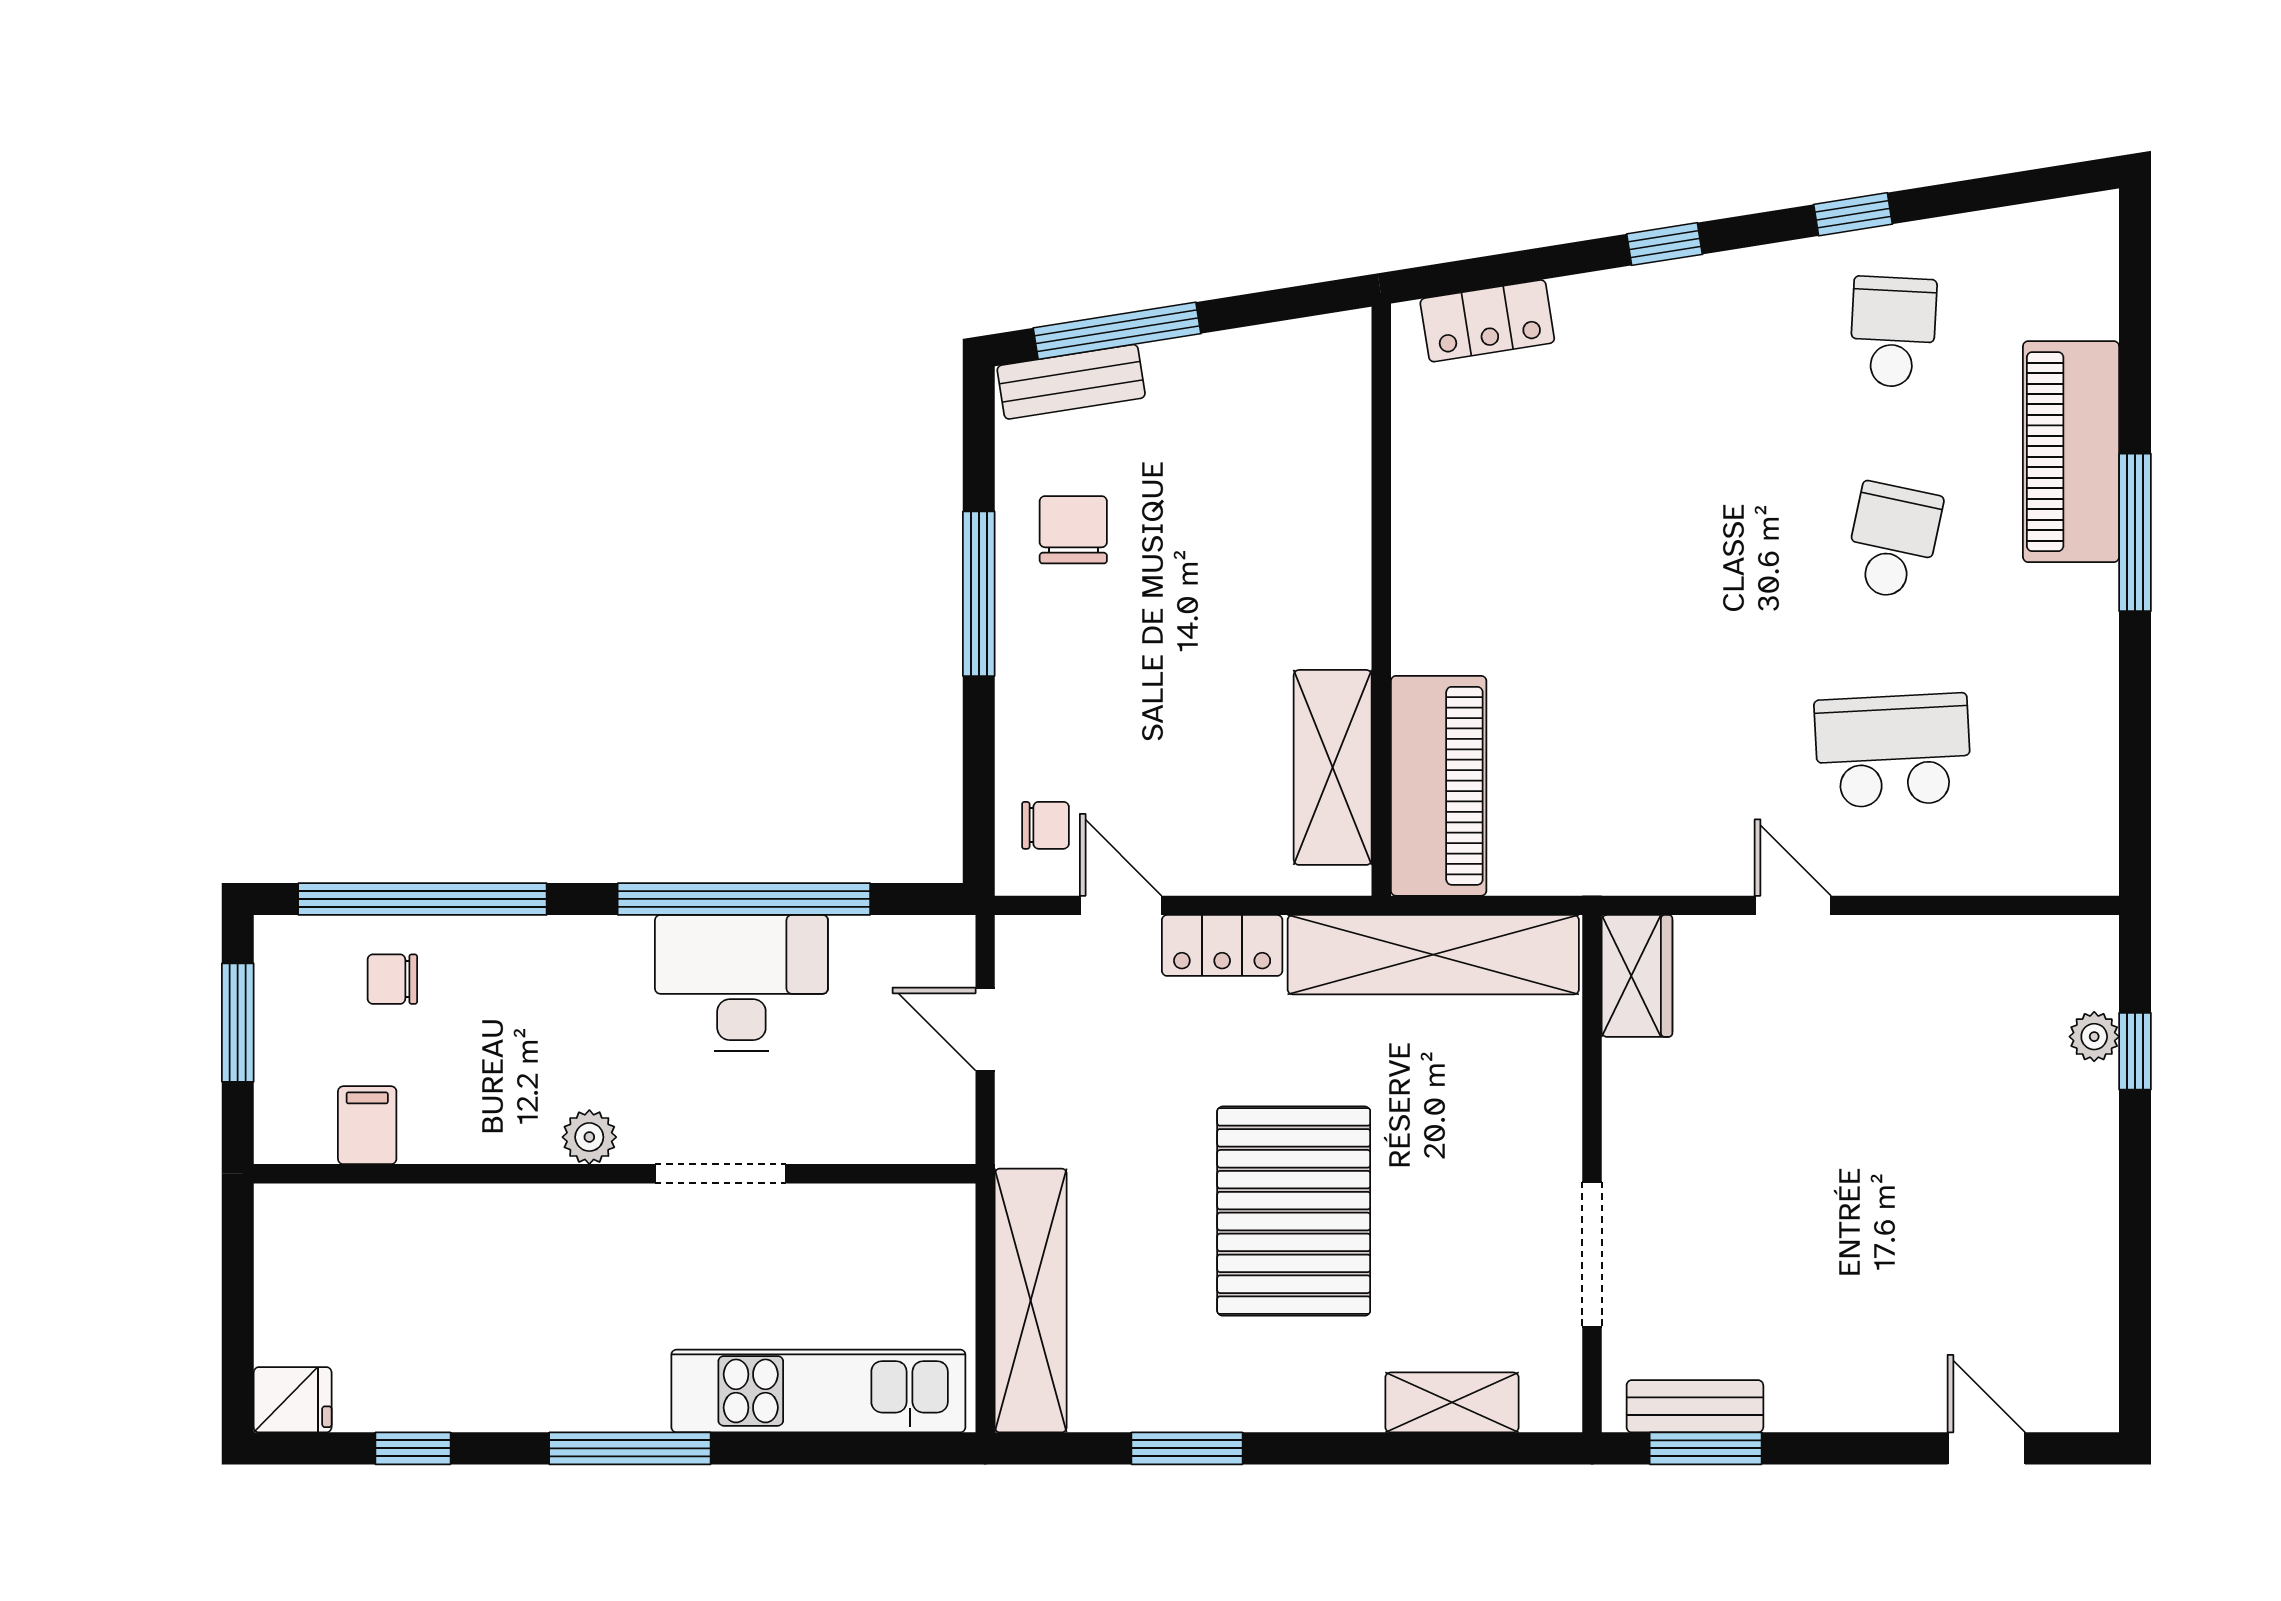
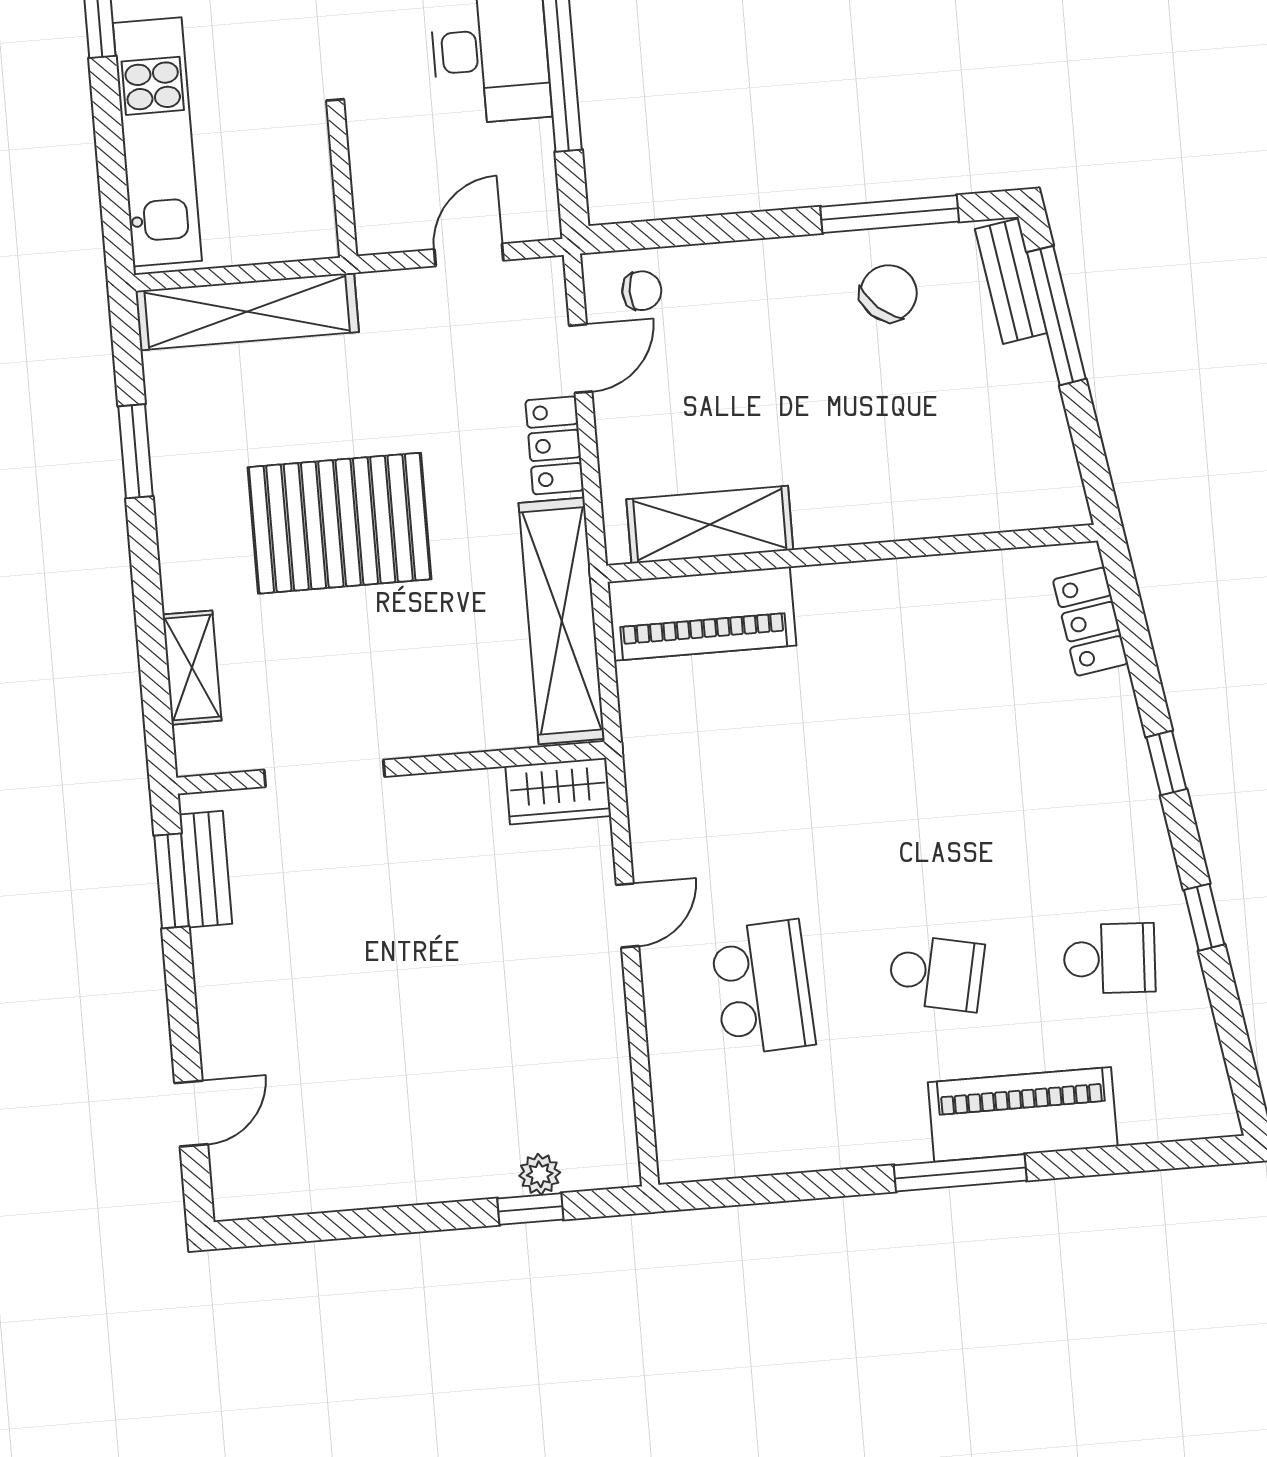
chair: (1073, 530) -> (889, 293), turned -48
window: (979, 594) -> (890, 214), moved
chair: (1045, 825) -> (642, 291), turned -90

